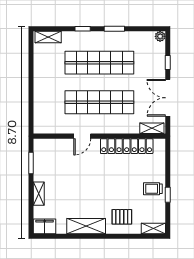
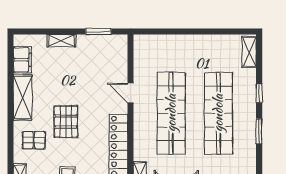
pallet: (106, 190) -> (66, 122), added
pallet: (122, 217) -> (34, 140), turned 90
filing cabinet: (45, 226) -> (22, 60), moved

